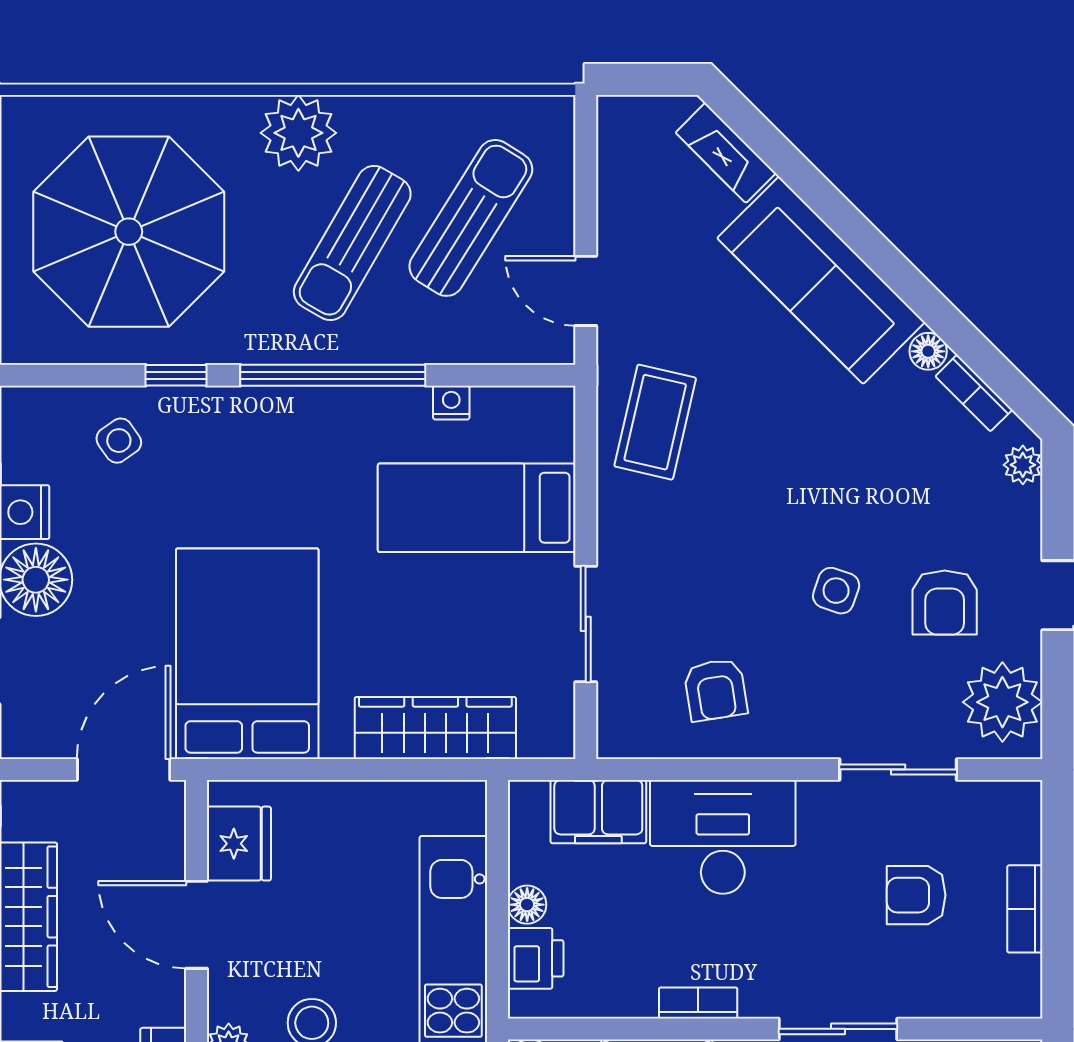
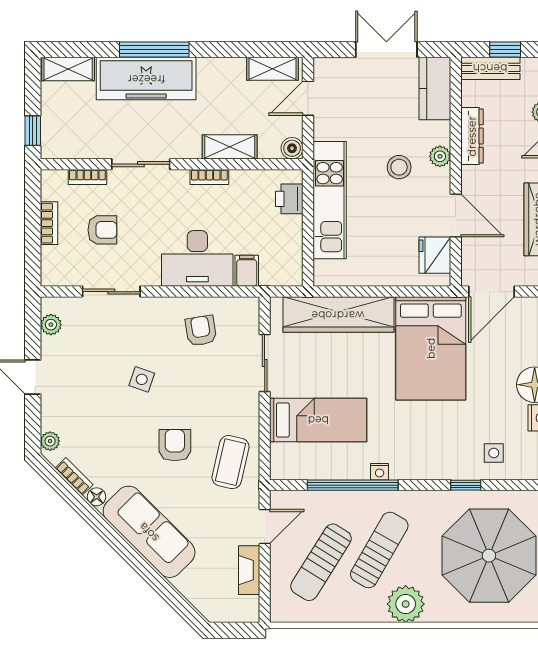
fireplace: (726, 153) -> (249, 570), moved, turned -135
door: (586, 291) -> (265, 526), hinge flipped
window: (333, 375) -> (353, 485), moved
nightstand: (451, 403) -> (380, 472), moved
side table: (119, 441) -> (494, 453), turned 35
armchair: (945, 603) -> (175, 445), moved
plant: (1002, 702) -> (51, 325), width x0.53, depth x0.53
wardrobe: (435, 728) -> (338, 315), width x1.40, depth x1.17
filing cabinet: (598, 812) -> (247, 271), width x0.50
floor lamp: (527, 905) -> (293, 225), removed
bookcase: (947, 1003) -> (87, 177), added

